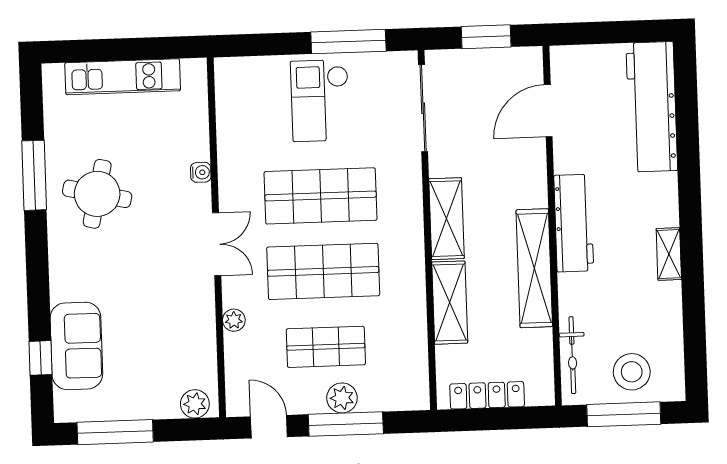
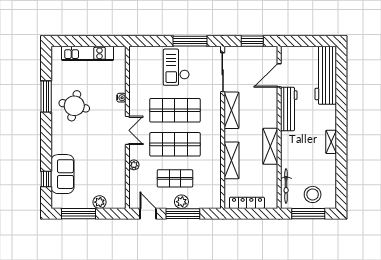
shelving: (447, 219) -> (231, 110), moved
workbench: (574, 223) -> (289, 109), moved
shelving: (534, 268) -> (270, 146), width x0.68
plant: (195, 404) -> (100, 202), moved

